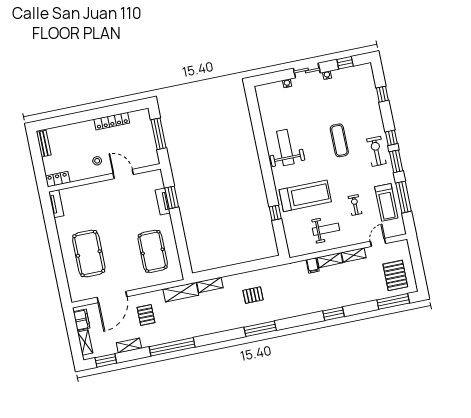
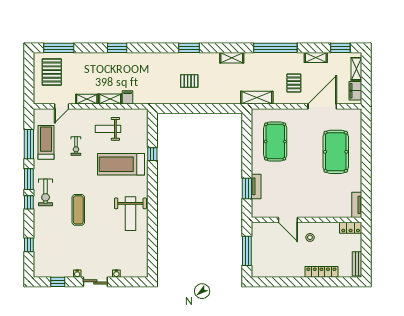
locker: (112, 121) -> (321, 272), moved
shelving: (210, 285) -> (232, 58), moved
window: (260, 329) -> (189, 48), width x0.69

